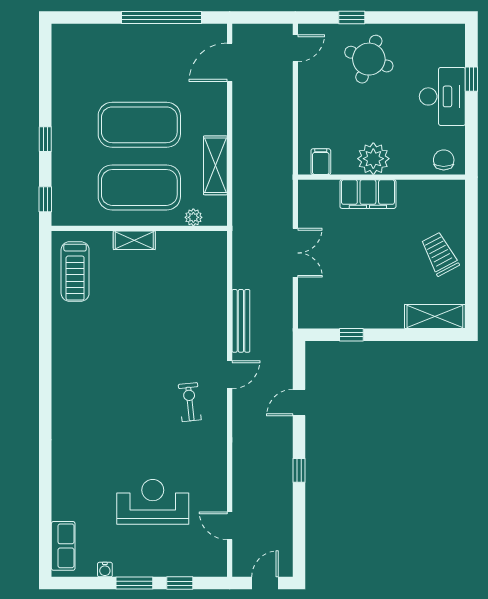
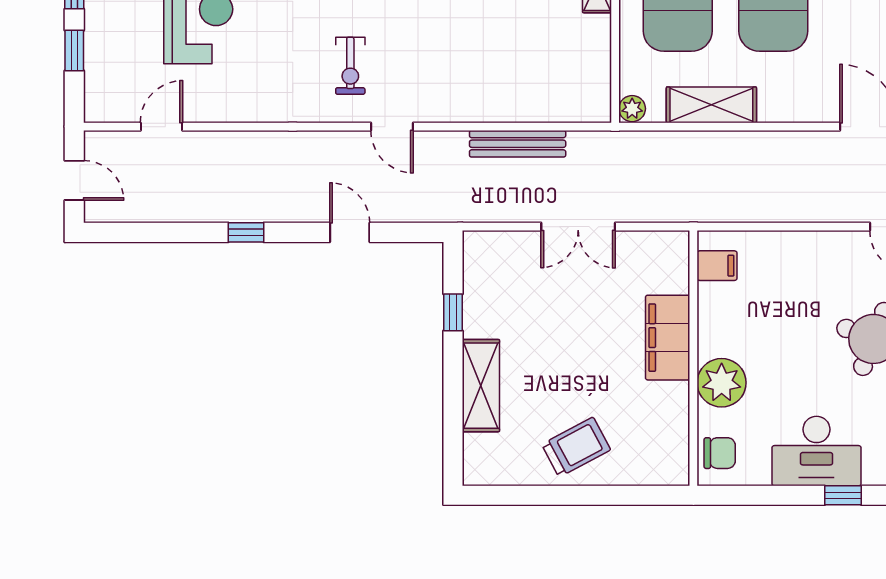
plant: (373, 159) -> (722, 383), moved
plant: (193, 217) -> (632, 109), moved
shelving: (435, 316) -> (481, 386), moved
bench: (241, 321) -> (518, 144), moved
exercise bike: (190, 402) -> (350, 66), turned 96

